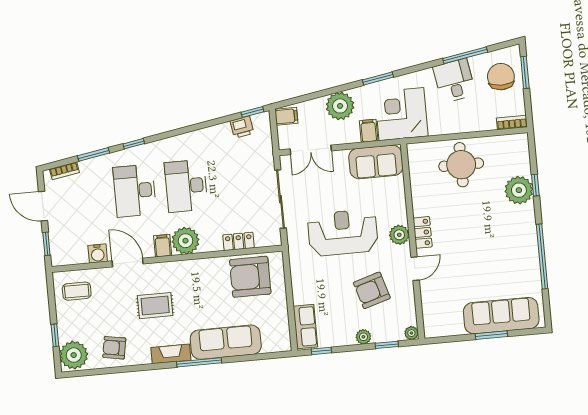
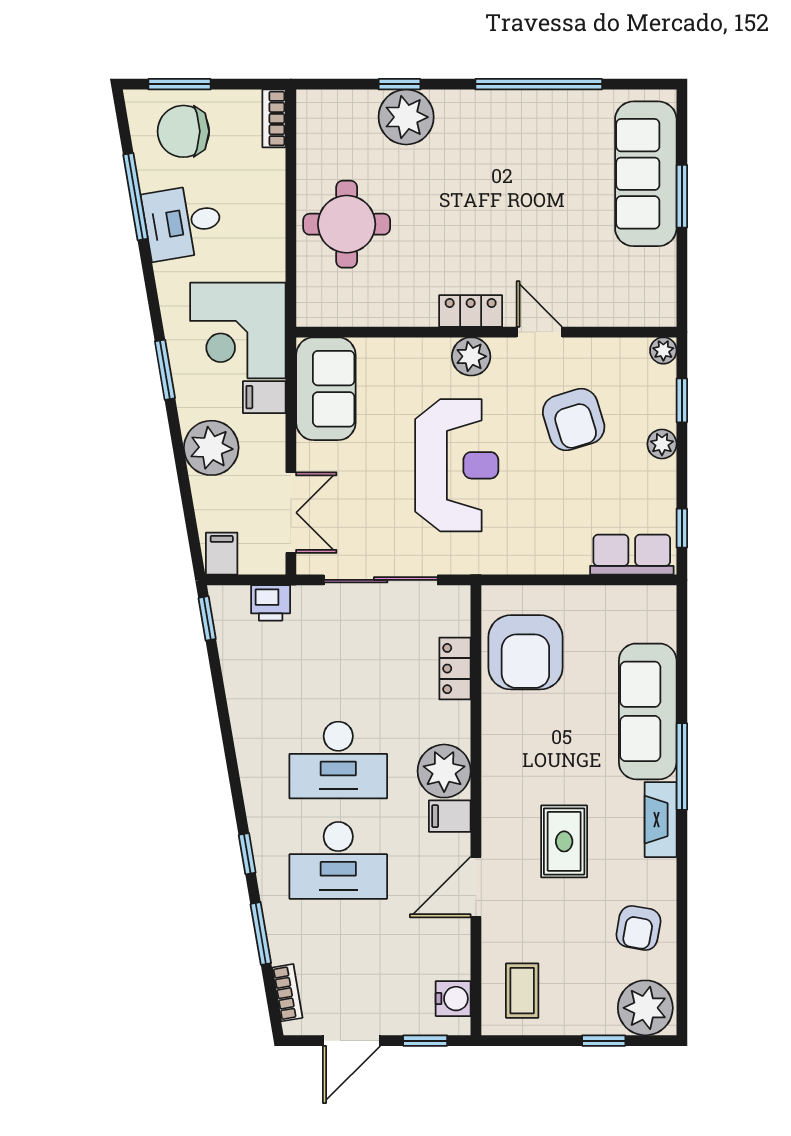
printer: (242, 127) -> (271, 603), moved, turned 100
reception desk: (343, 233) -> (457, 465), turned 180
water cooler: (98, 253) -> (453, 999), moved

